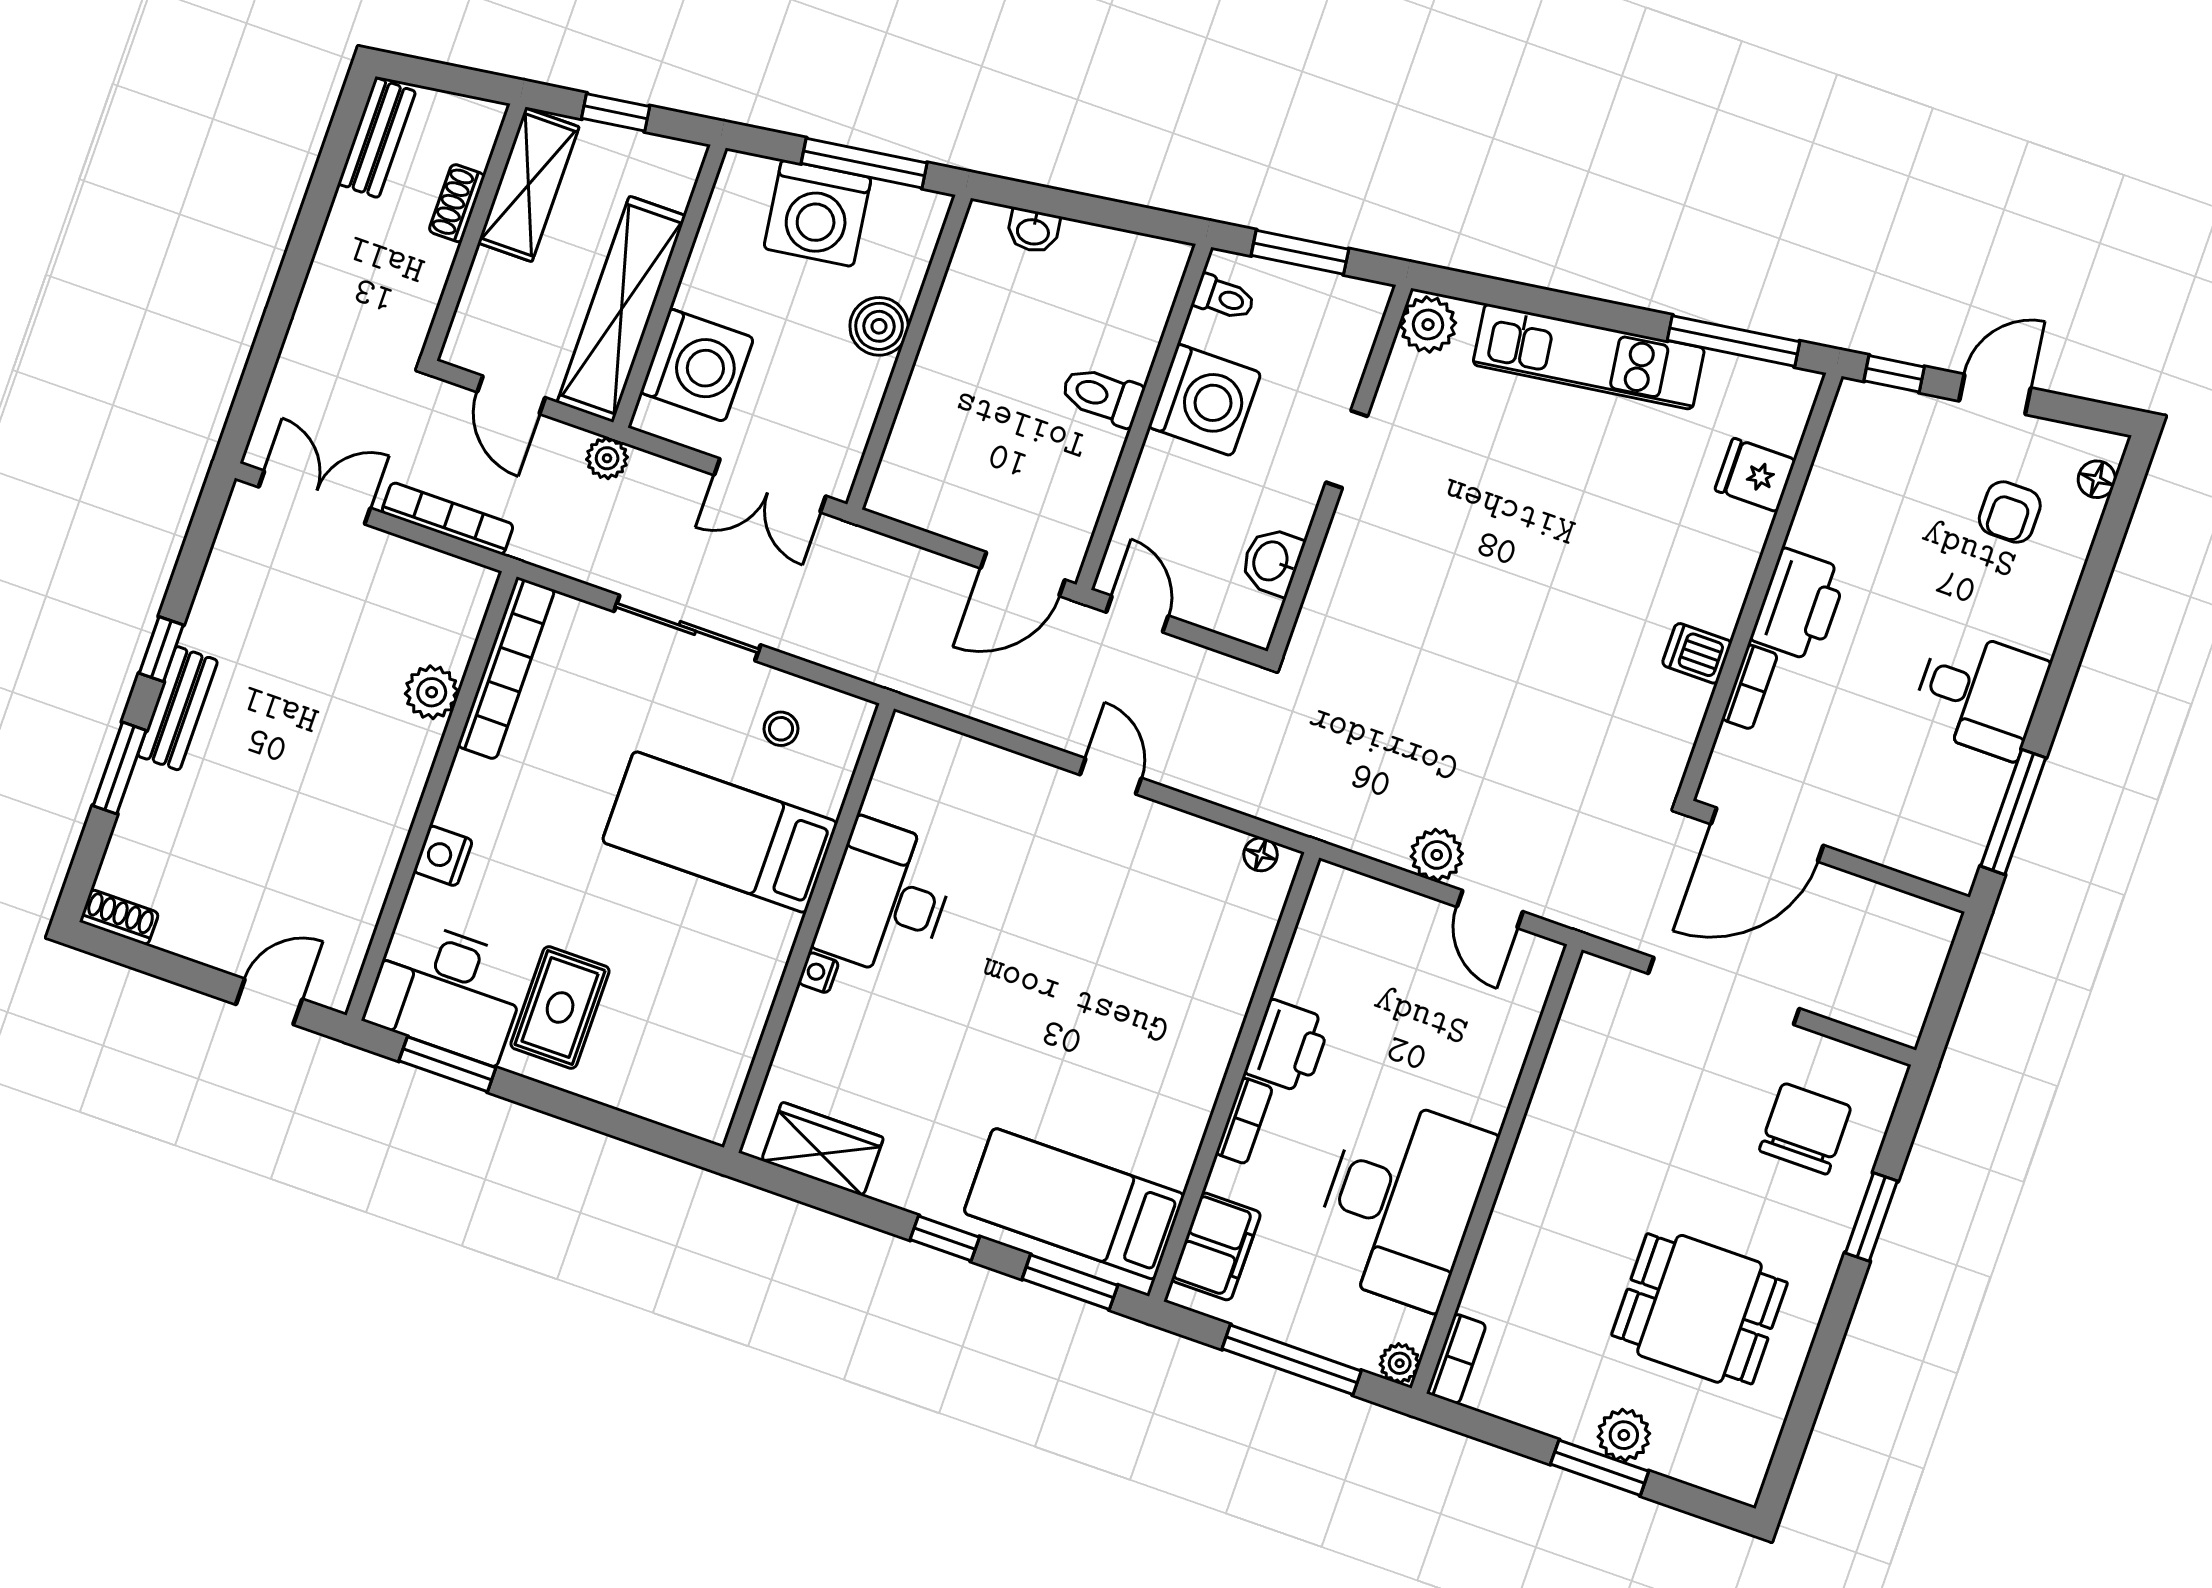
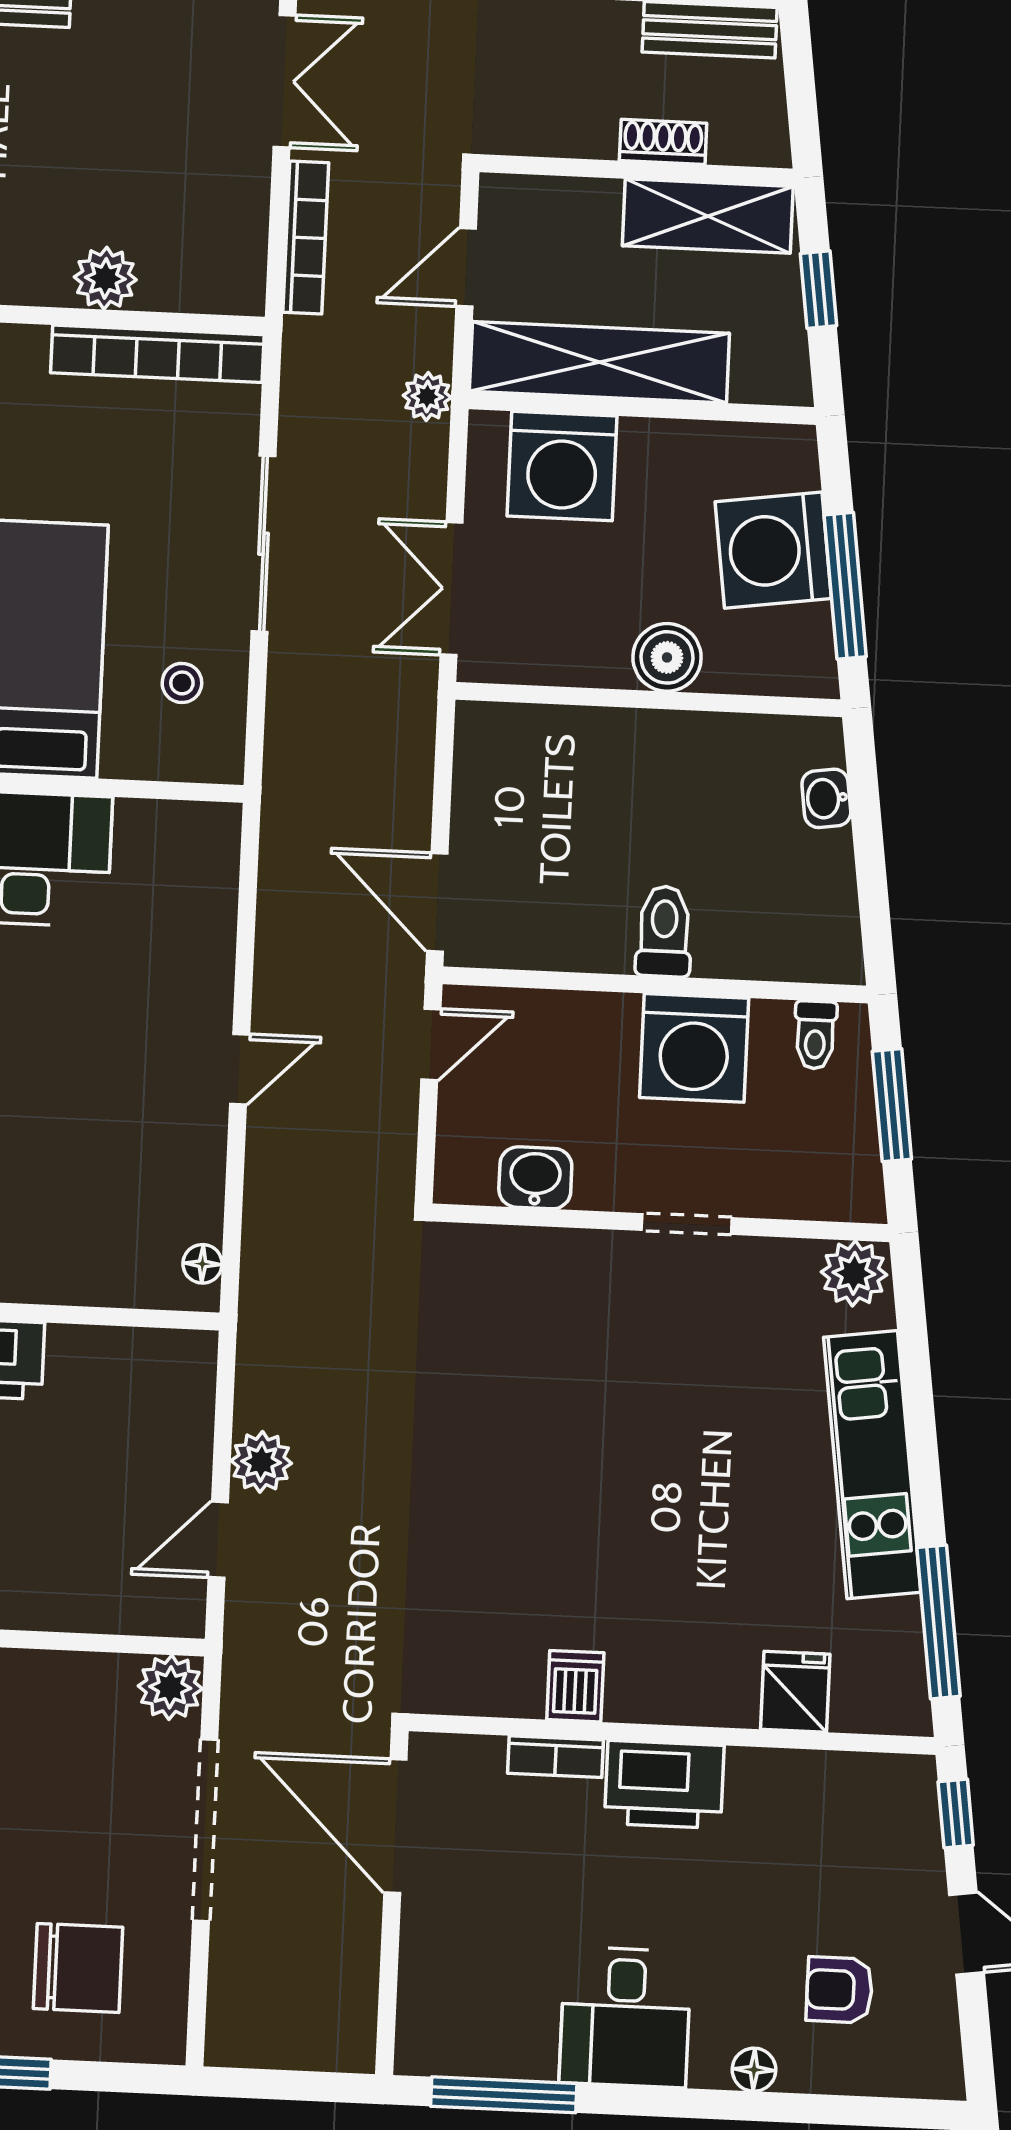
floor lamp: (2097, 479) -> (754, 2070), moved
plant: (1599, 984) -> (170, 1687), added

